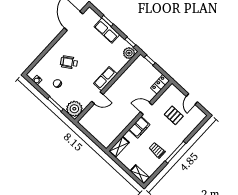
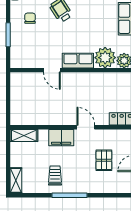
plant: (74, 109) -> (105, 58), moved

